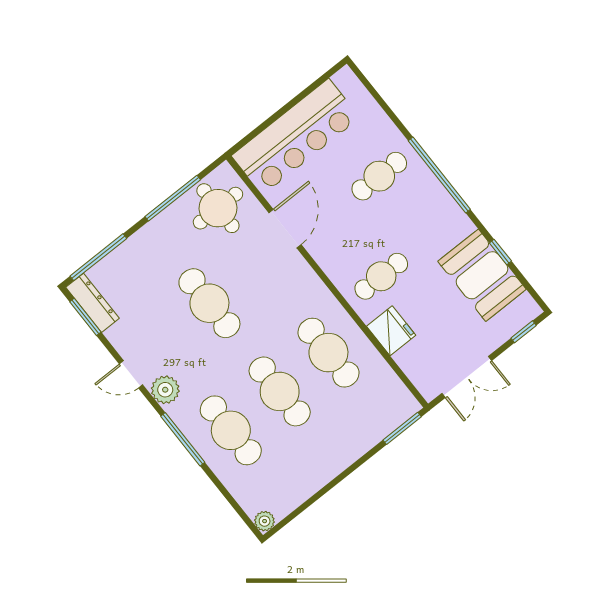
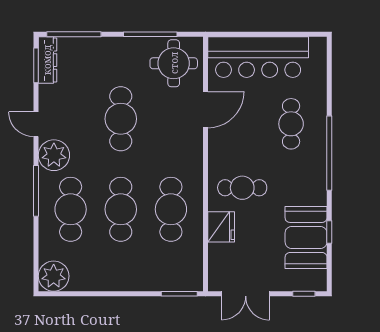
cafe table: (379, 176) -> (291, 124), turned 90
plant: (165, 390) -> (54, 155), width x1.36, depth x1.36
plant: (265, 521) -> (54, 276), width x1.88, depth x1.88

